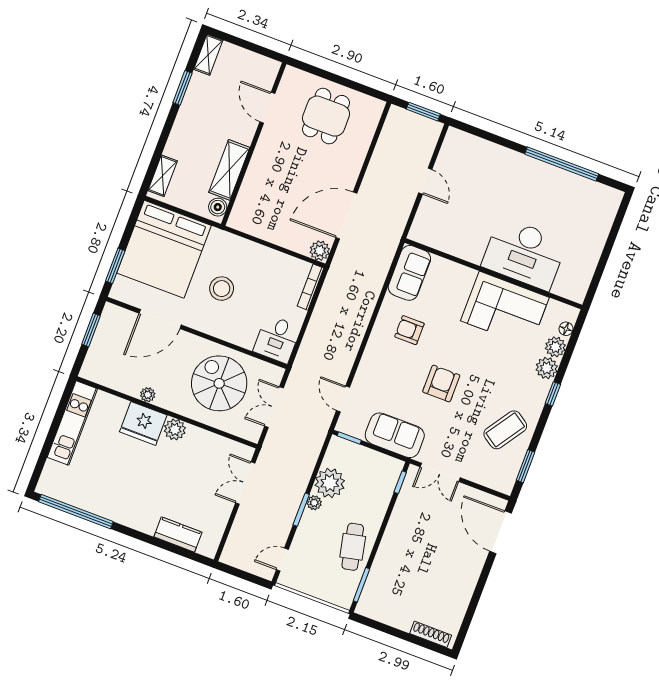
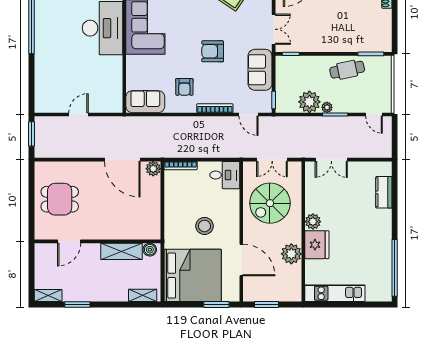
bookcase: (367, 359) -> (215, 108), added
plant: (148, 395) -> (291, 254), width x1.87, depth x1.87
door: (343, 399) -> (249, 114), hinge flipped

